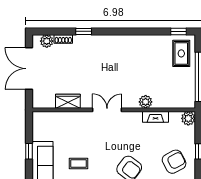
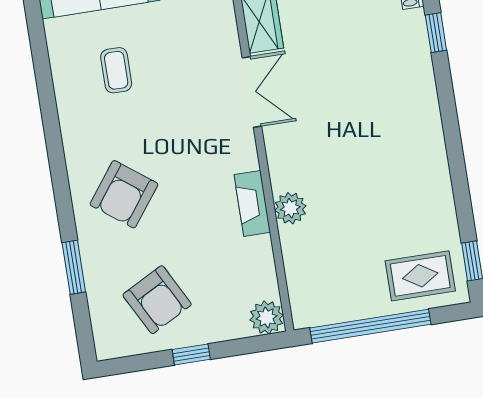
double door: (107, 110) -> (252, 92), moved
fireplace: (155, 117) -> (252, 203), moved

